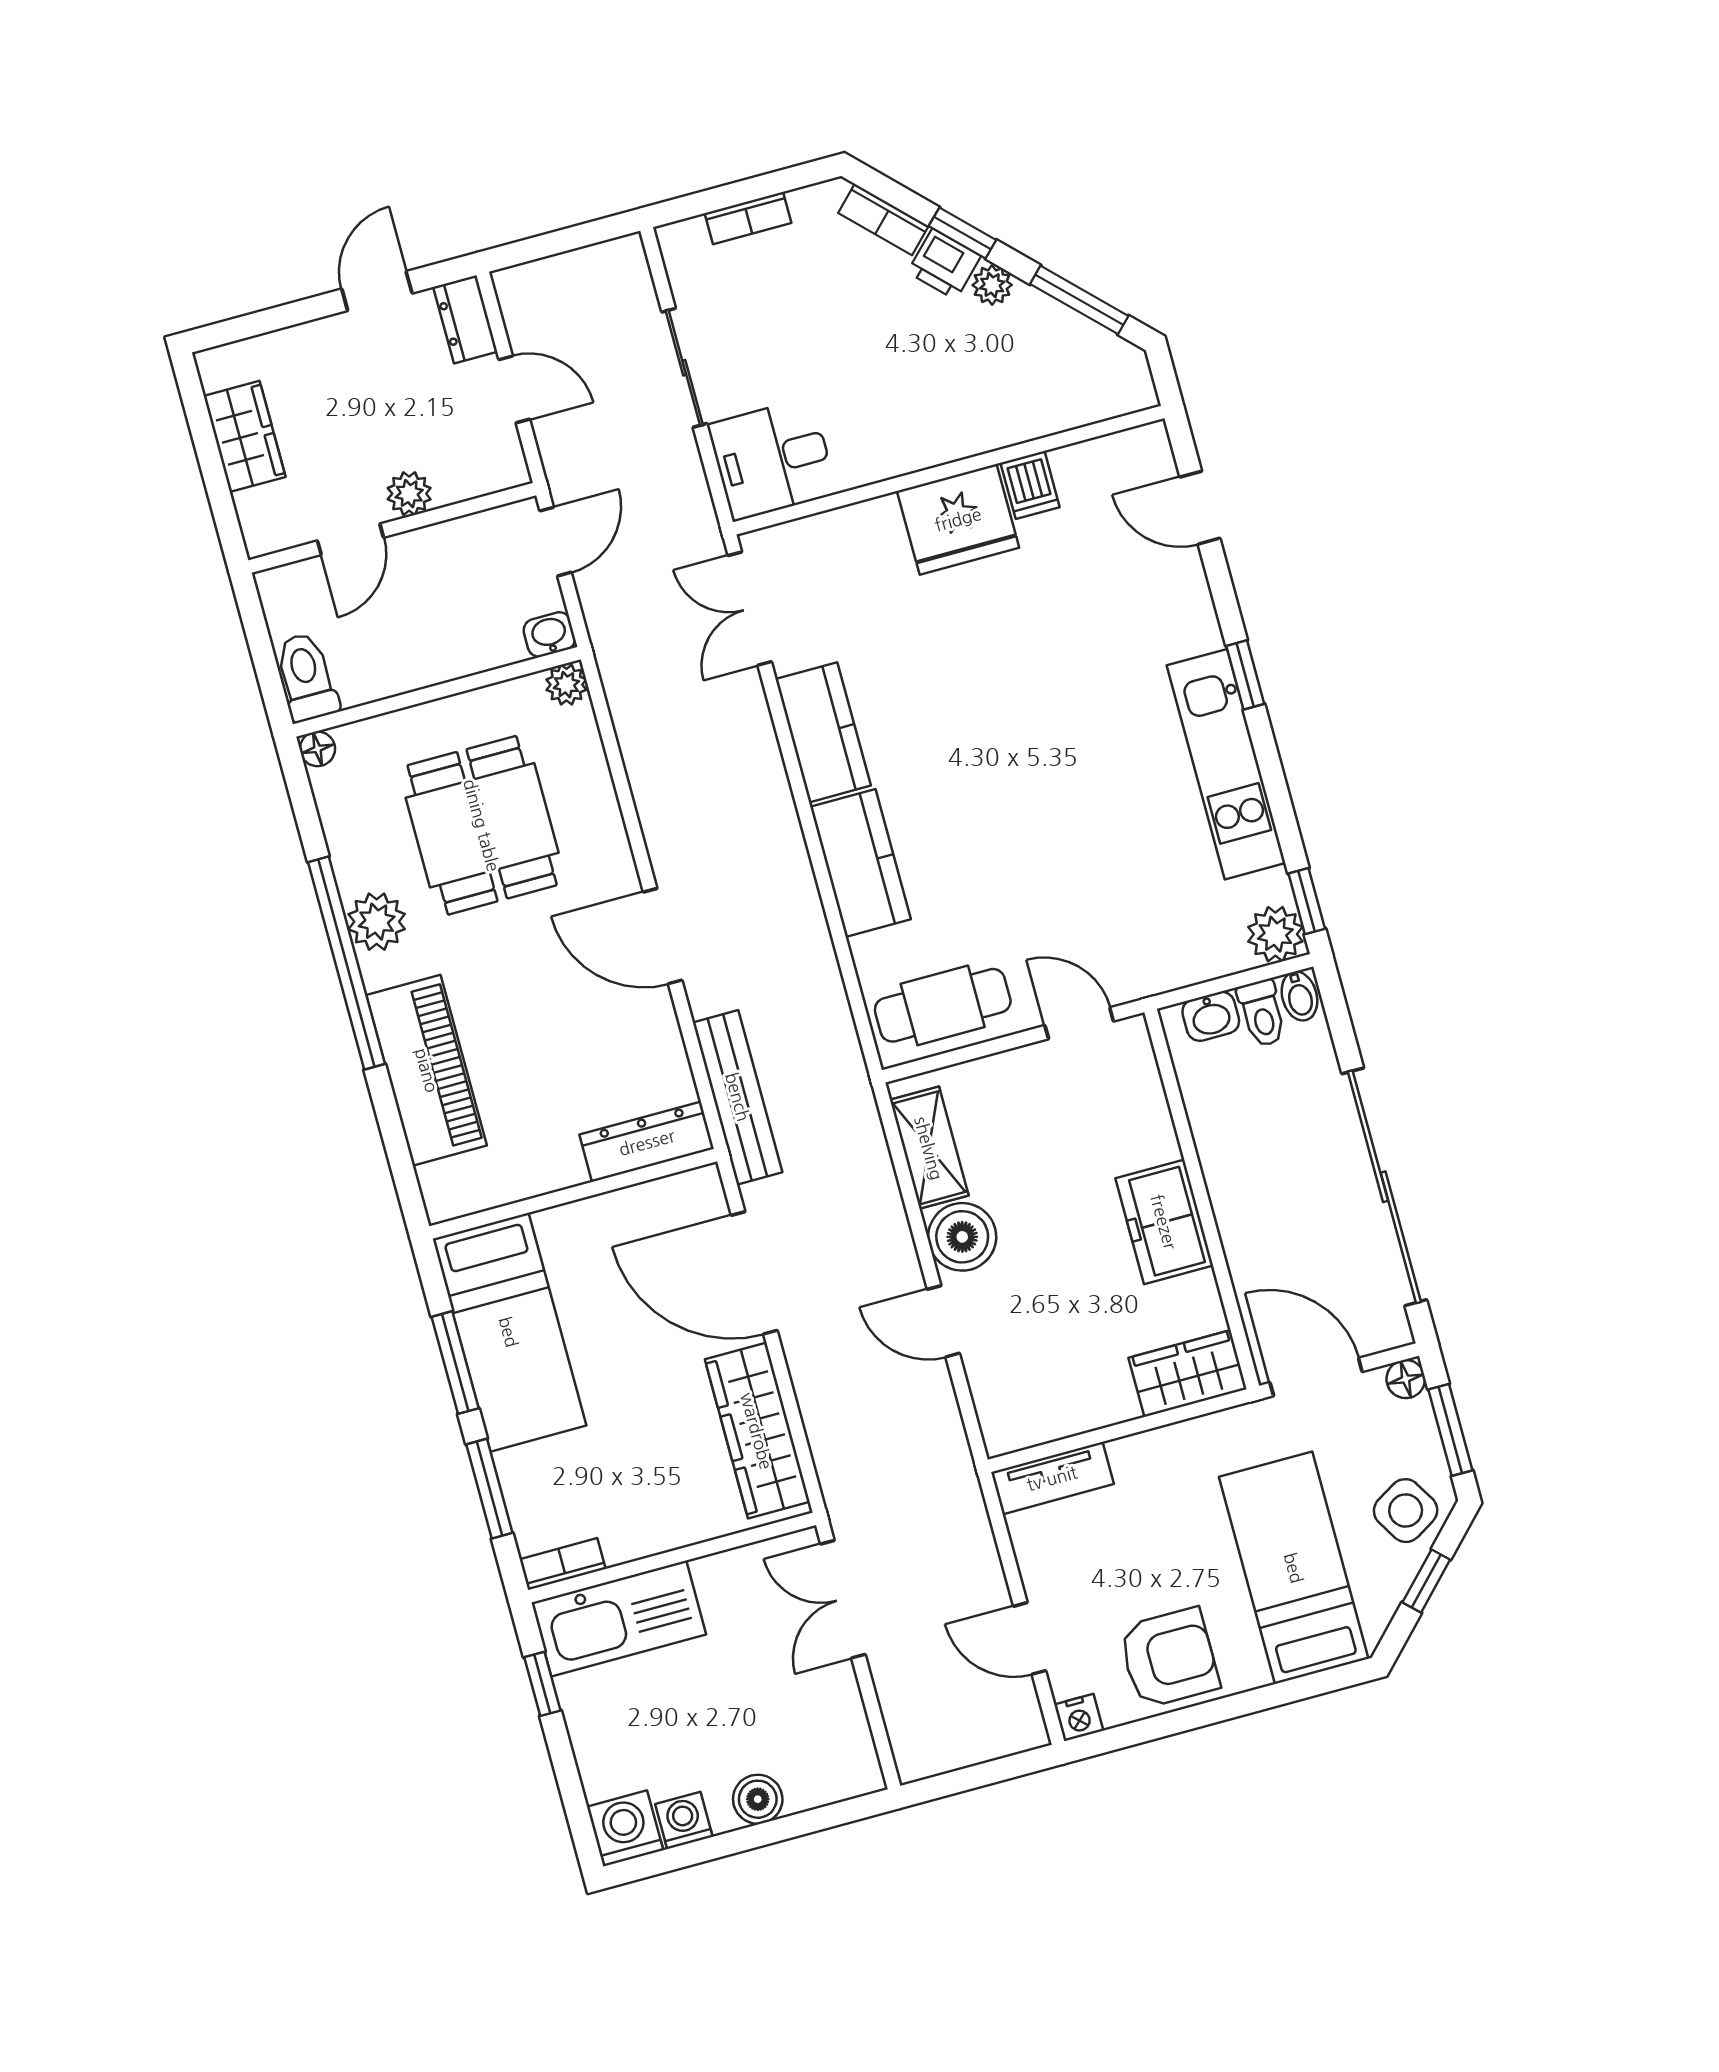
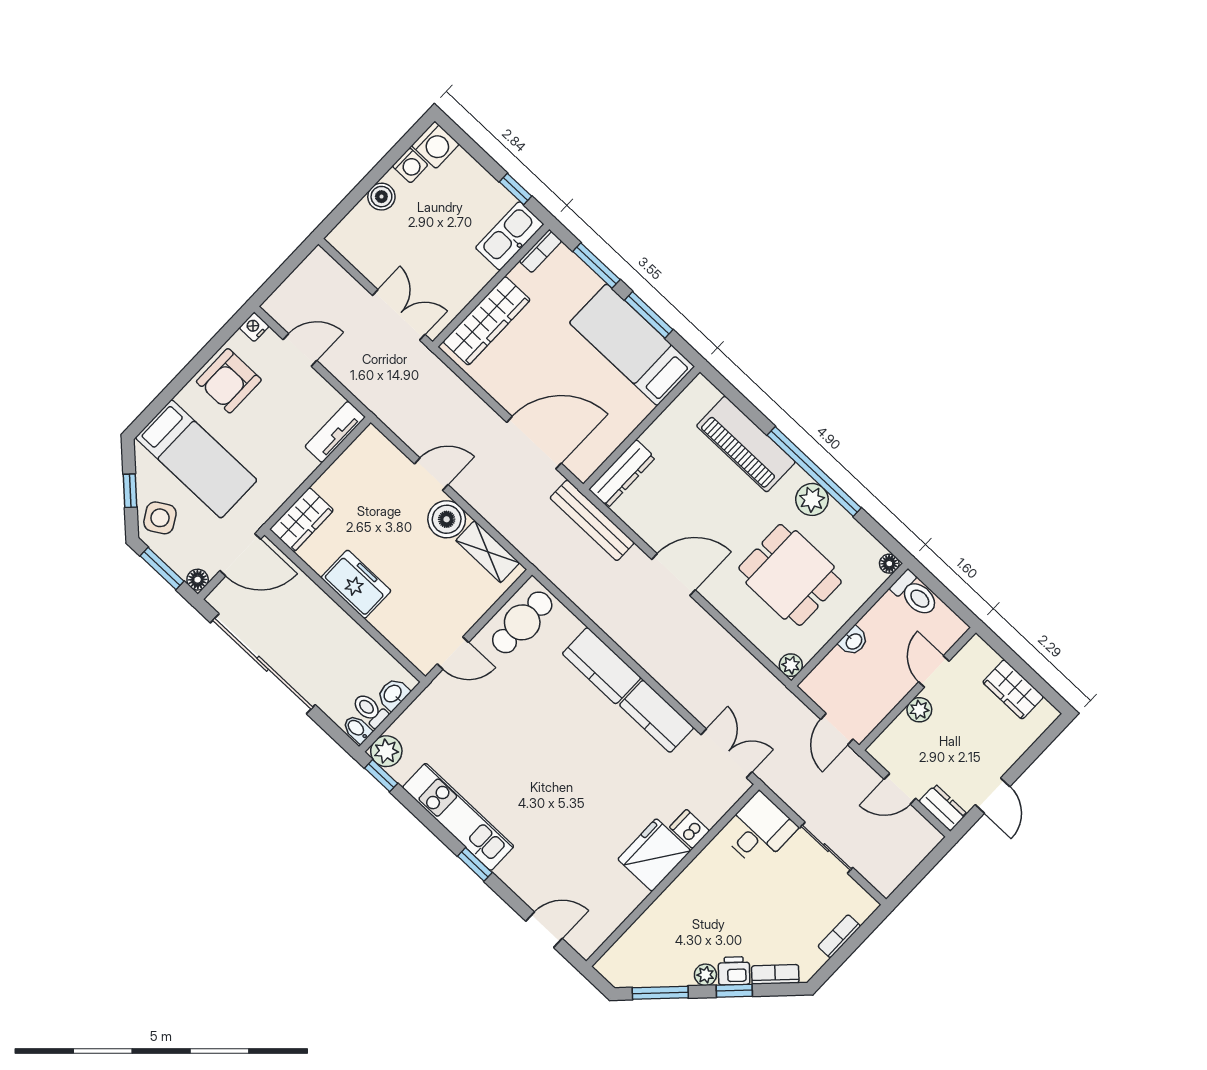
dishwasher: (1030, 485) -> (690, 829), moved
washbasin: (549, 635) -> (854, 641), moved
wardrobe: (757, 1431) -> (487, 321), moved, turned 90
kitchen sink: (619, 1618) -> (510, 236), width x0.73, depth x0.81

